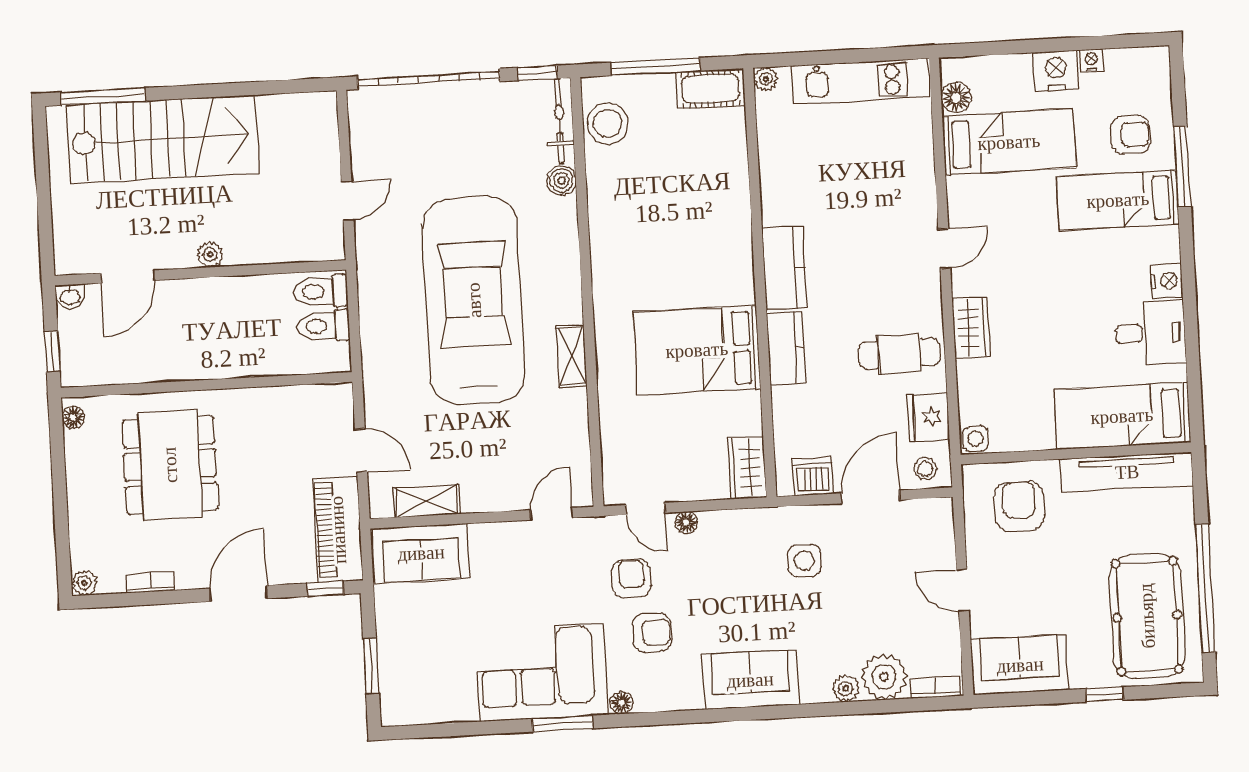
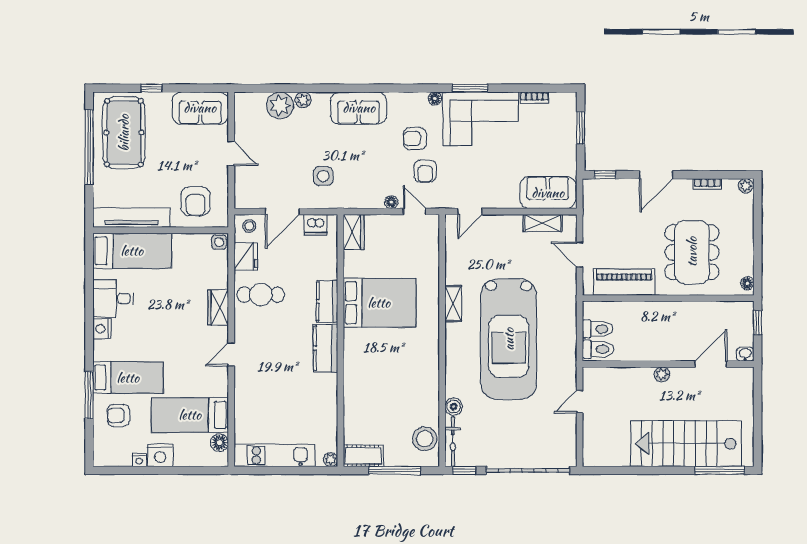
piano: (338, 530) -> (624, 282), moved, turned -90
bookcase: (935, 687) -> (534, 98), moved

